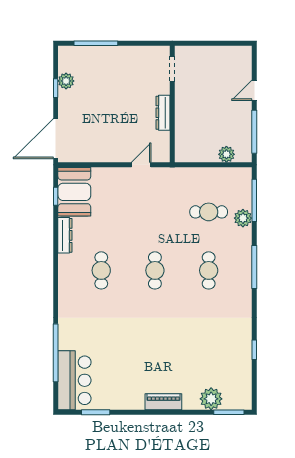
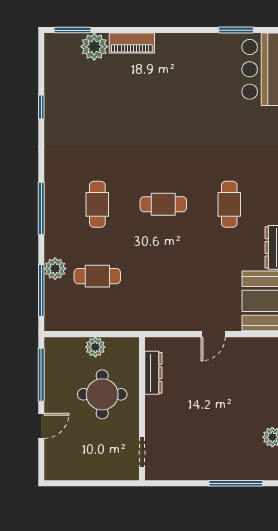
dresser: (163, 113) -> (153, 373), moved
round table: (205, 116) -> (102, 394), added
plant: (226, 154) -> (95, 347), moved
door: (141, 165) -> (213, 334), moved
cafe table: (155, 270) -> (163, 204), turned 90
piano: (163, 402) -> (132, 43), moved

